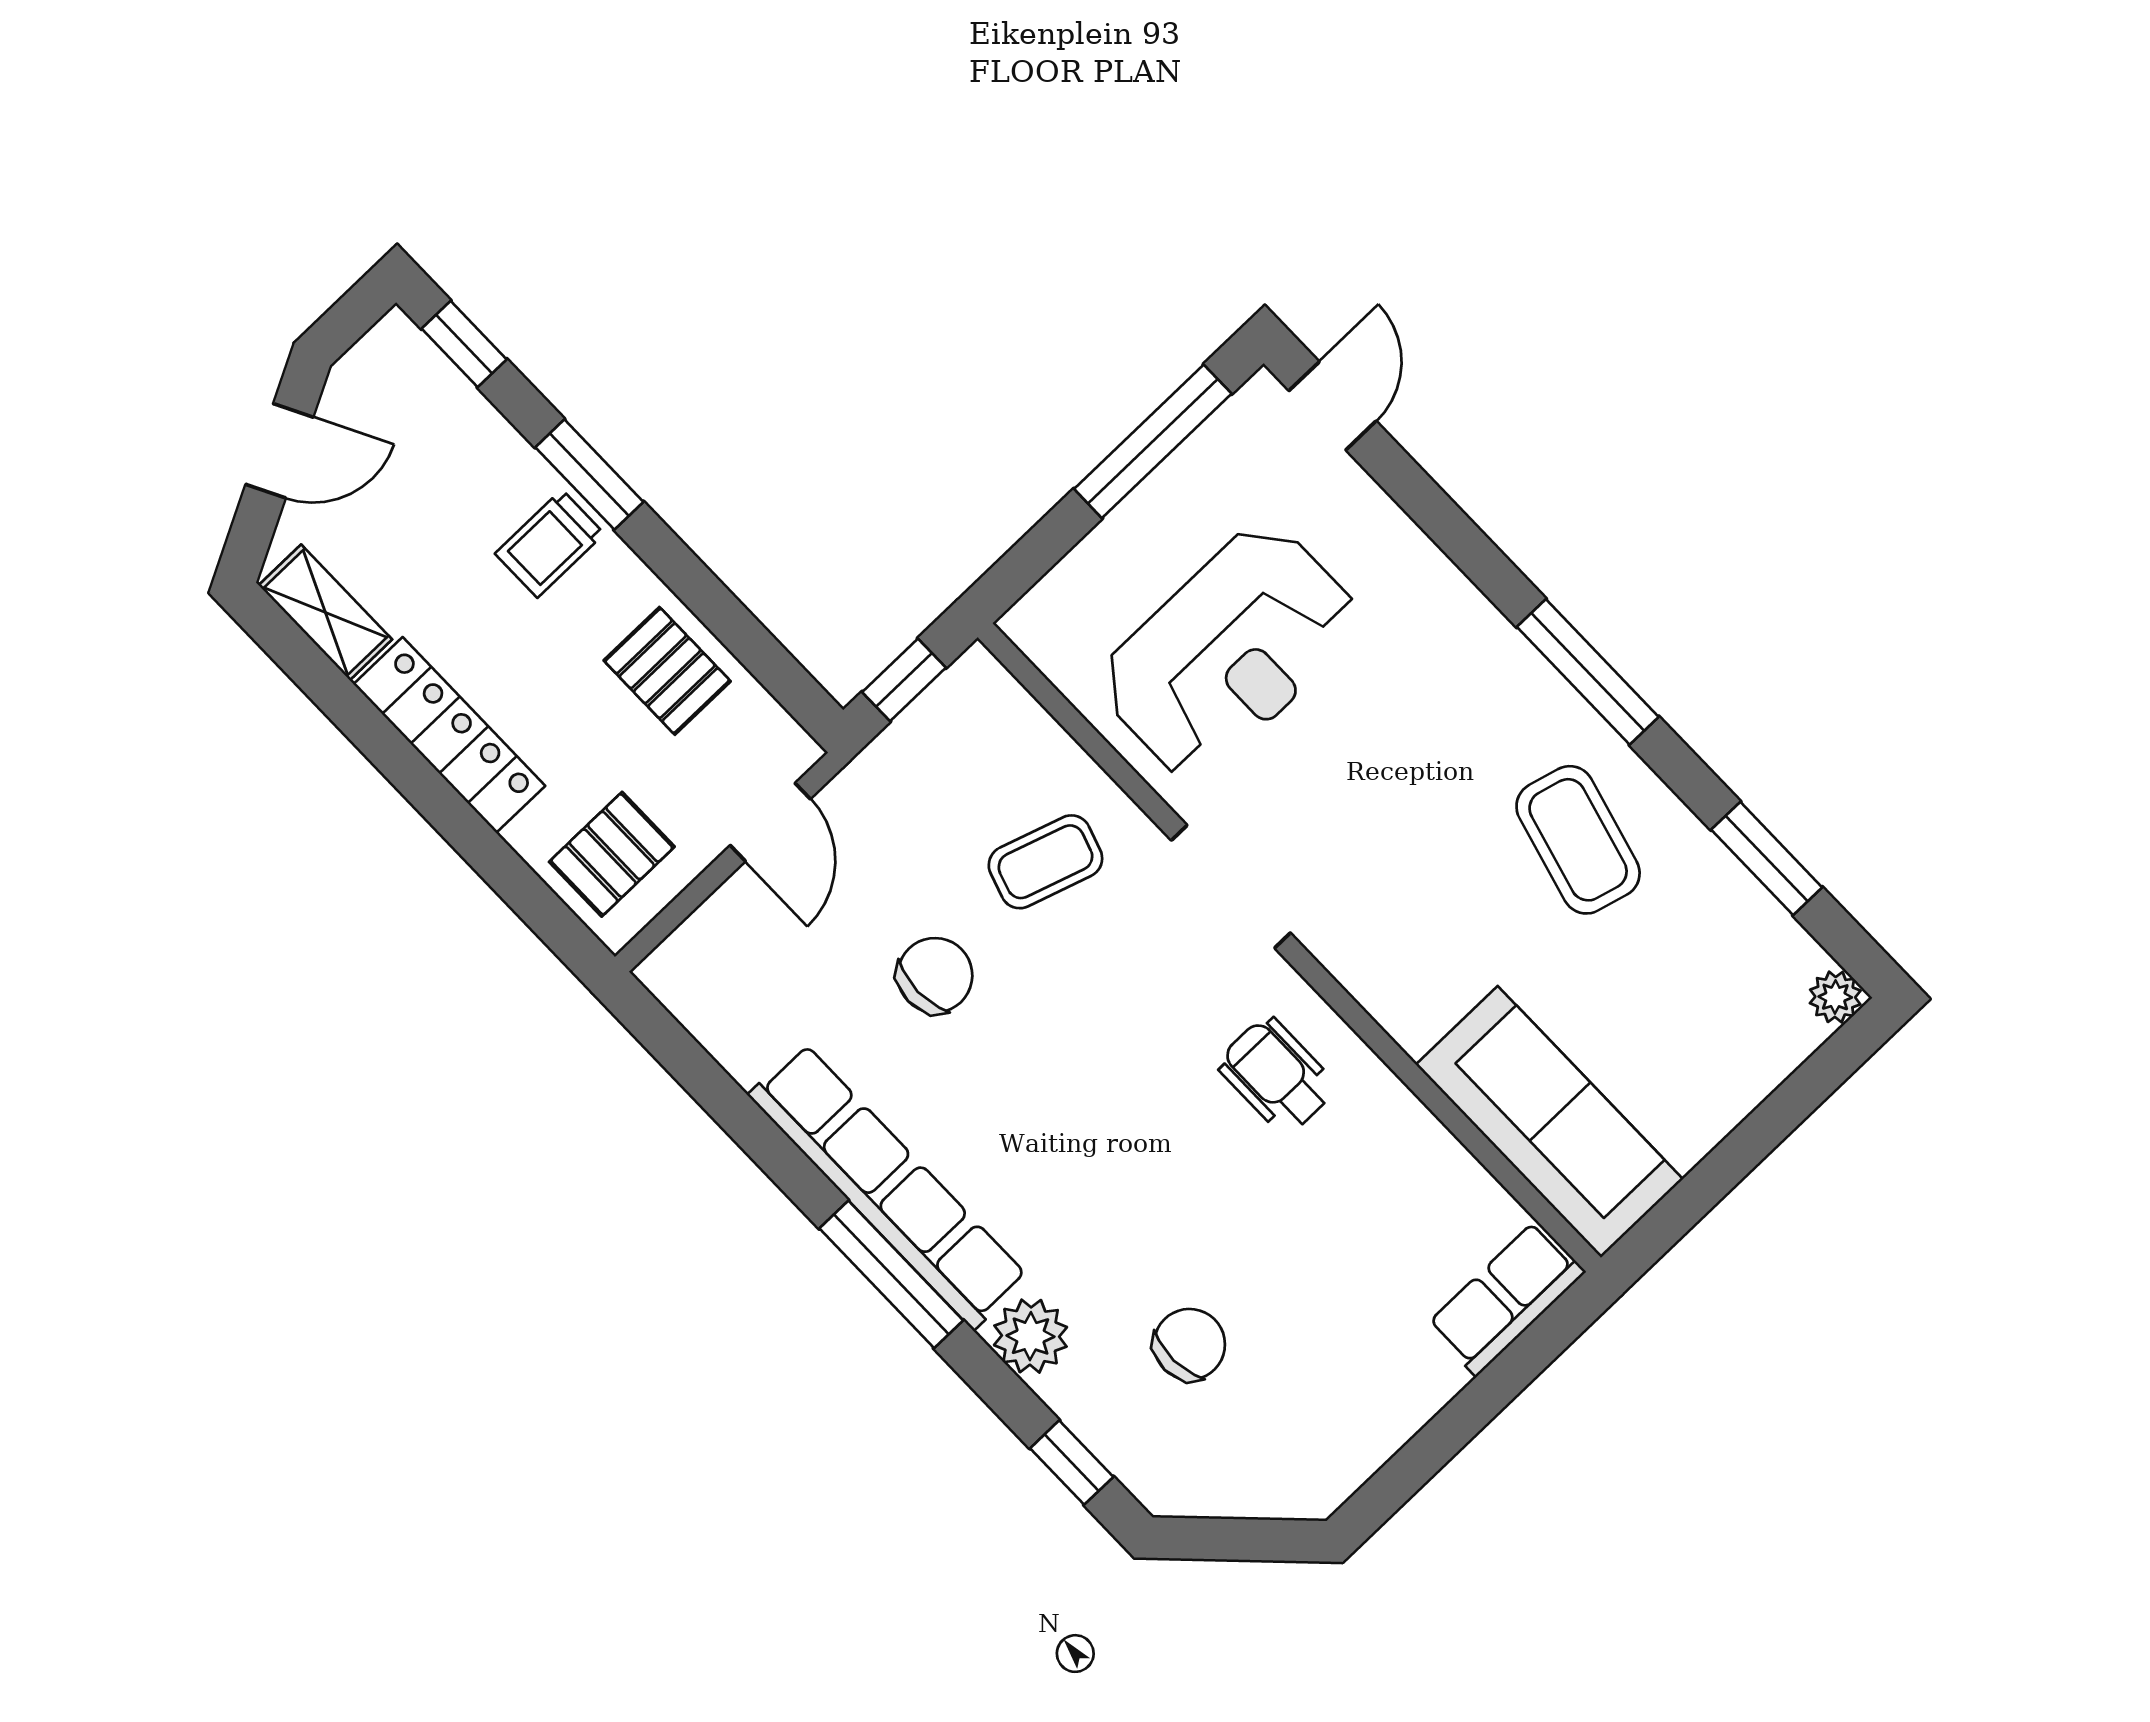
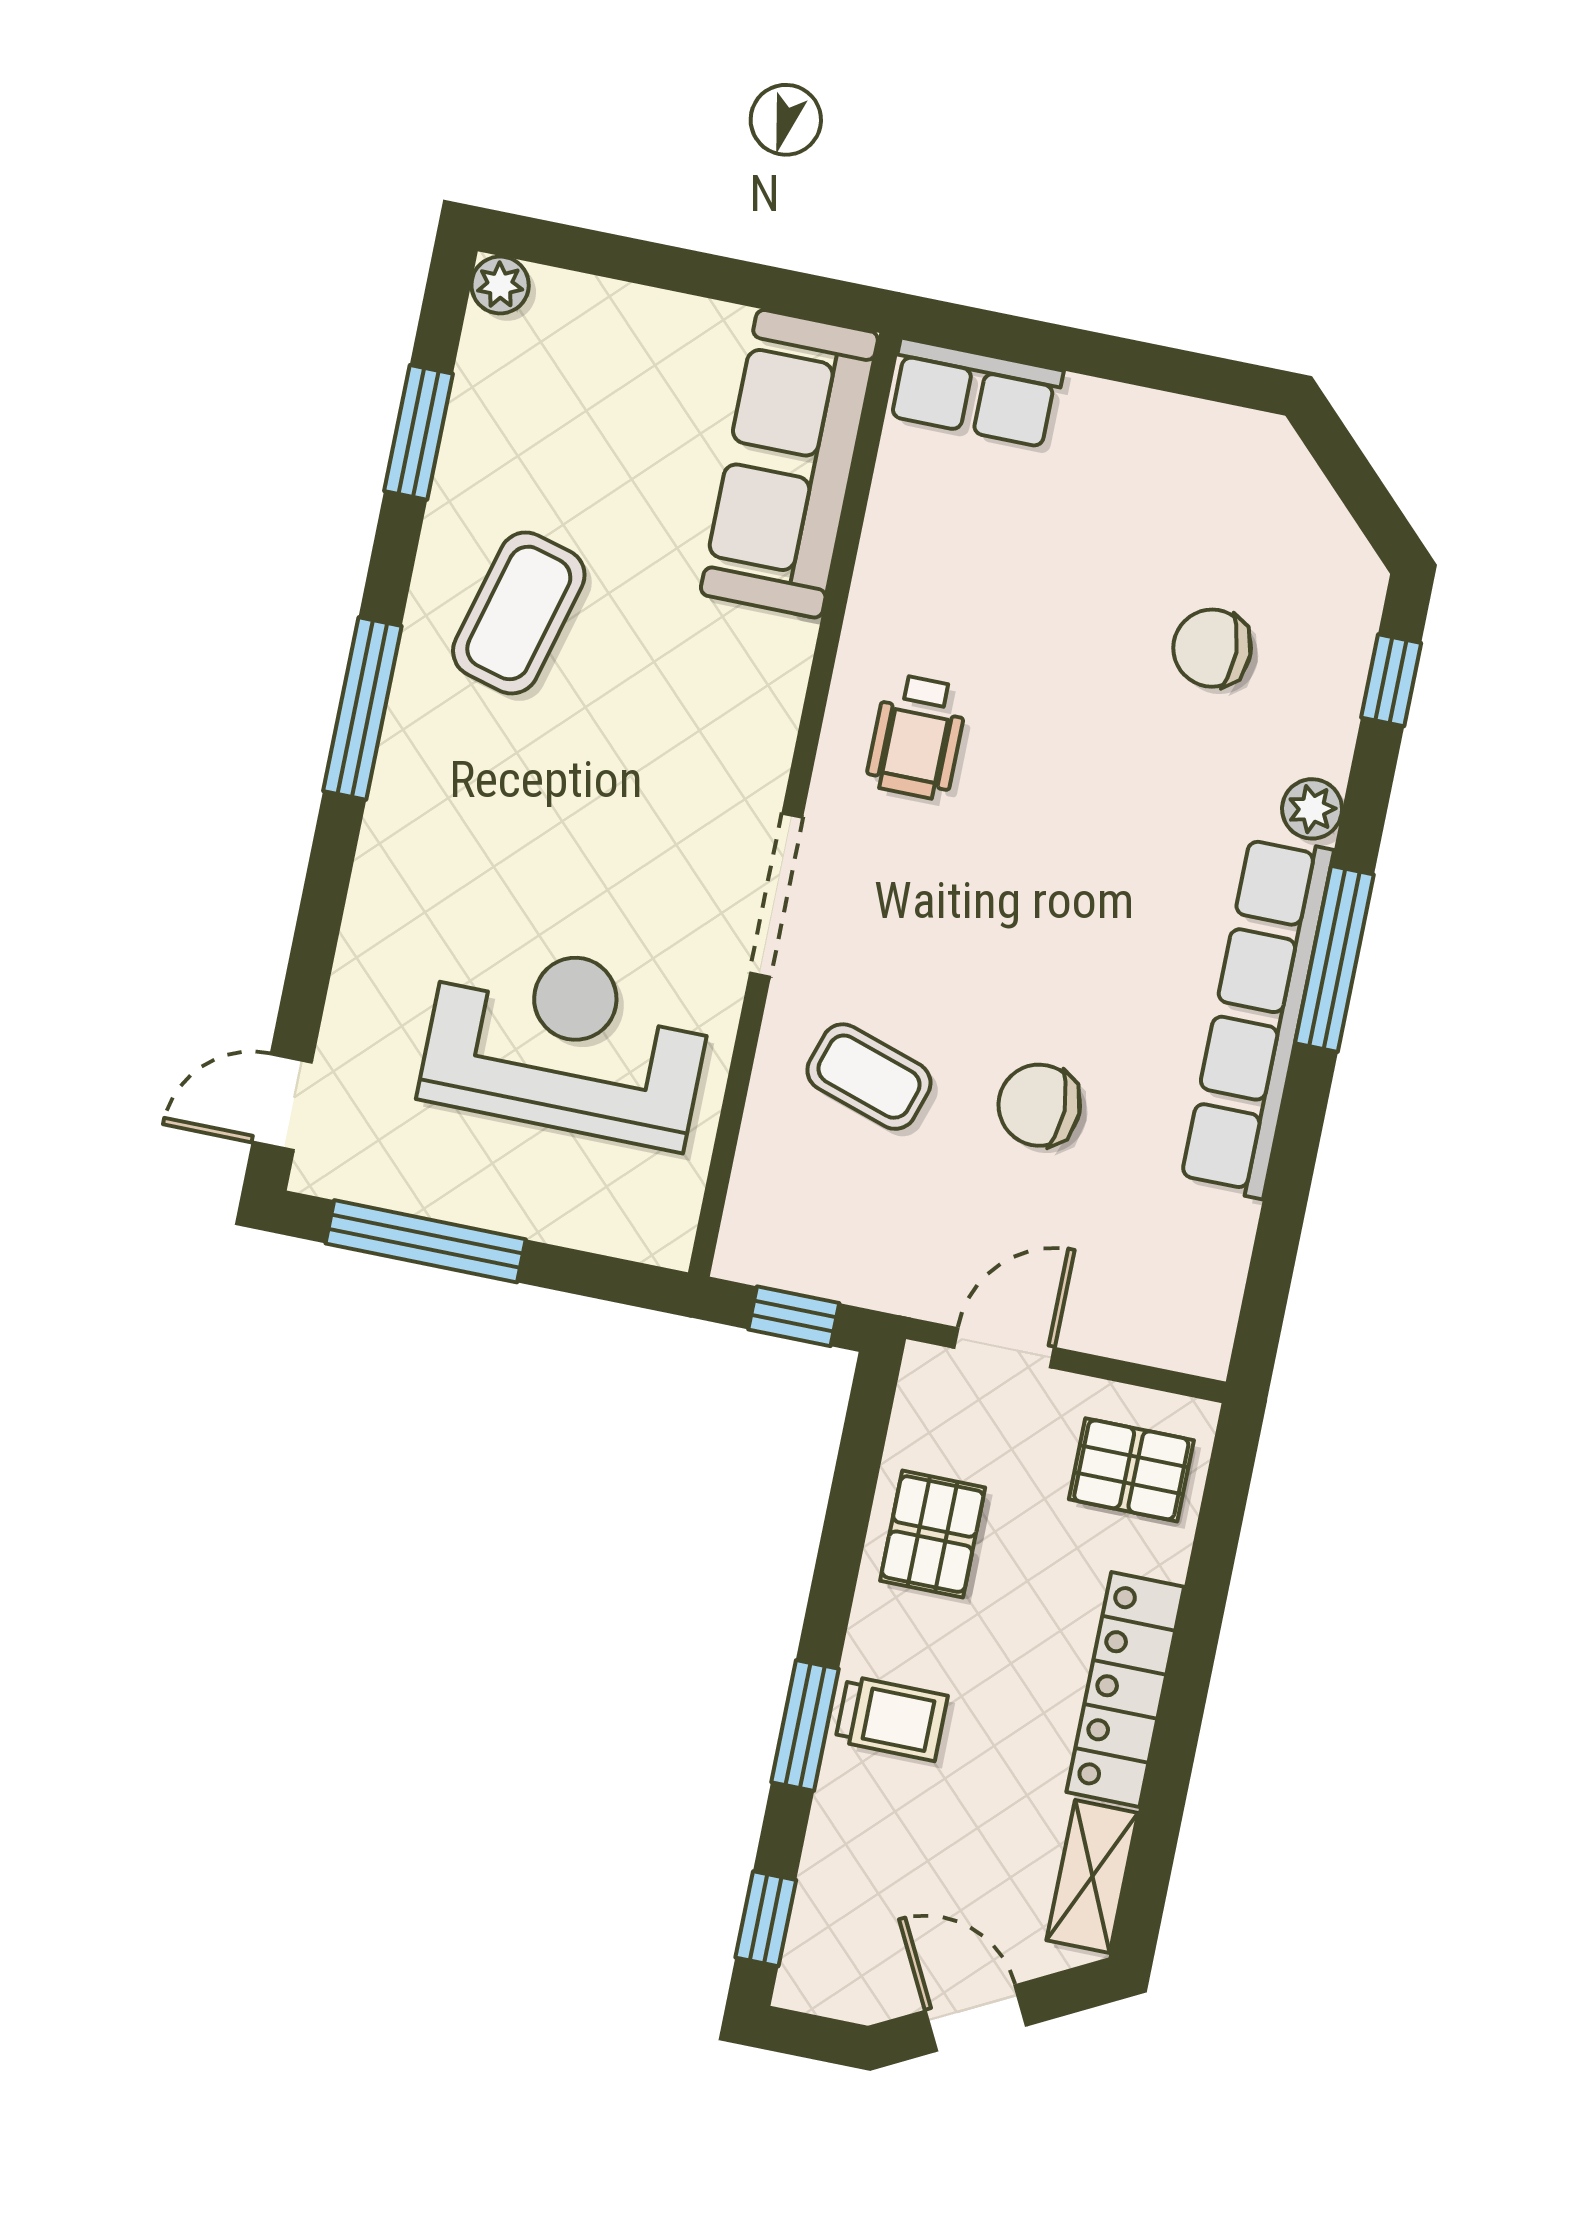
plant: (1030, 1336) -> (1312, 809), width x0.73, depth x0.73

